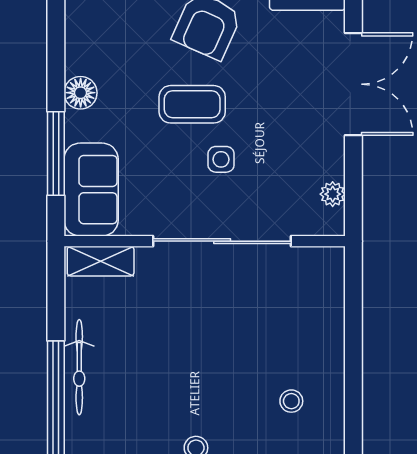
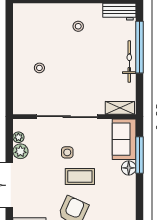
floor lamp: (81, 93) -> (129, 168), moved
plant: (328, 162) -> (20, 151), added
stool: (291, 401) -> (39, 68), moved

